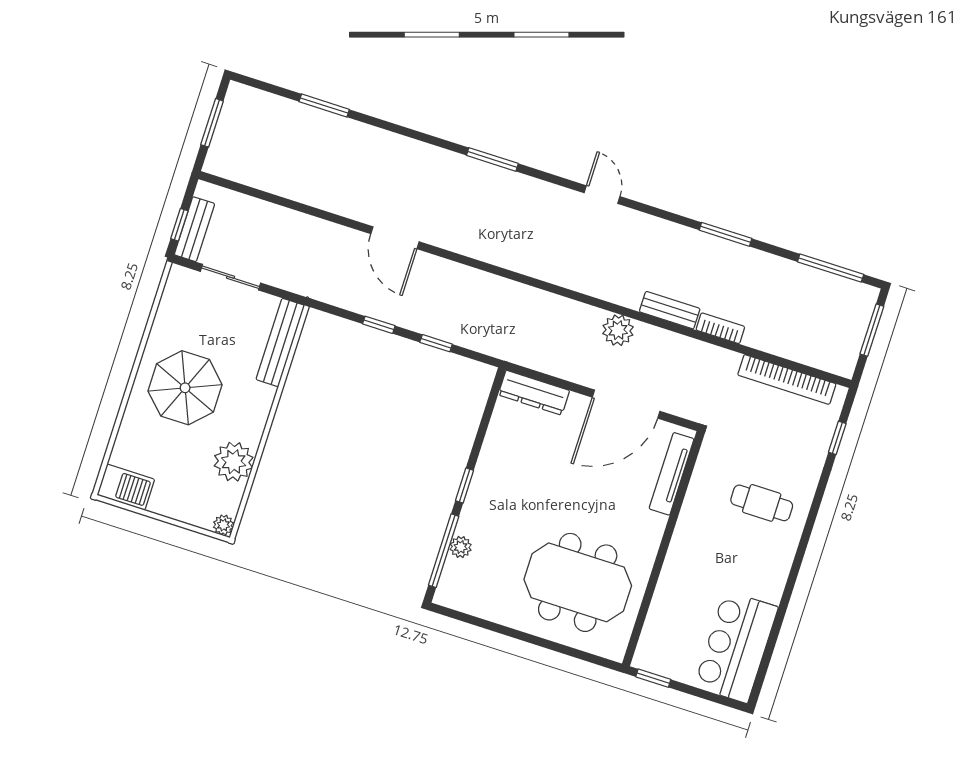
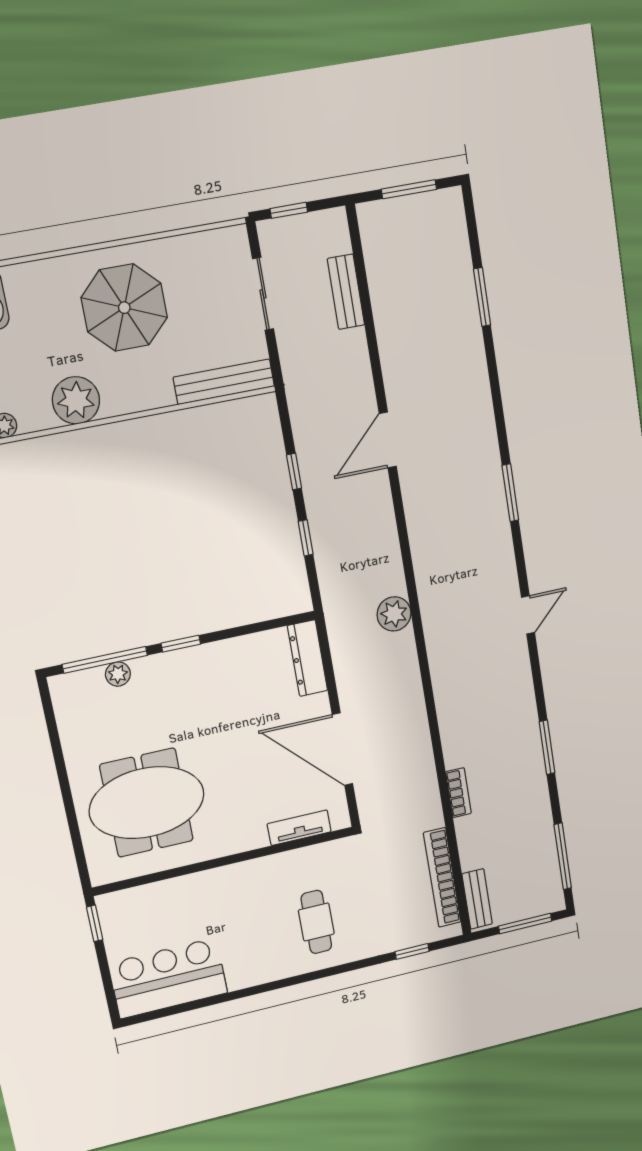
bench: (194, 229) -> (346, 292), moved, turned 90
bench: (670, 310) -> (477, 899), moved
plant: (618, 330) -> (394, 614), moved
tv unit: (672, 474) -> (299, 828), width x0.71
meeting table: (578, 582) -> (147, 803), turned 90

